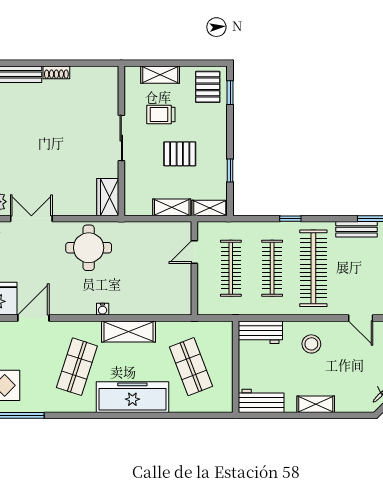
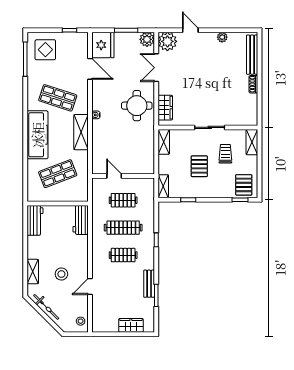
shelving: (160, 75) -> (252, 142), moved
pallet: (208, 87) -> (244, 185), turned 90
wardrobe: (108, 197) -> (165, 108), moved, turned 90
shelving: (172, 207) -> (164, 142), moved
double door: (31, 219) -> (156, 68), swing flipped
door: (194, 252) -> (114, 176), moved
clothes rail: (231, 268) -> (123, 200), width x0.73
clothes rail: (313, 268) -> (123, 255), width x0.54, depth x0.76
stool: (311, 344) -> (61, 274), moved
shelving: (316, 404) -> (33, 272), moved

